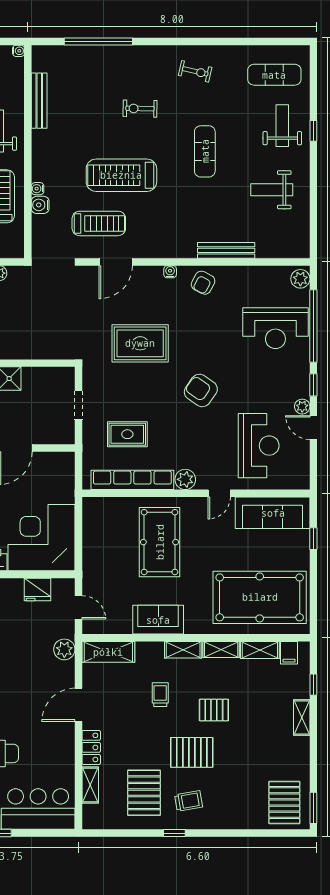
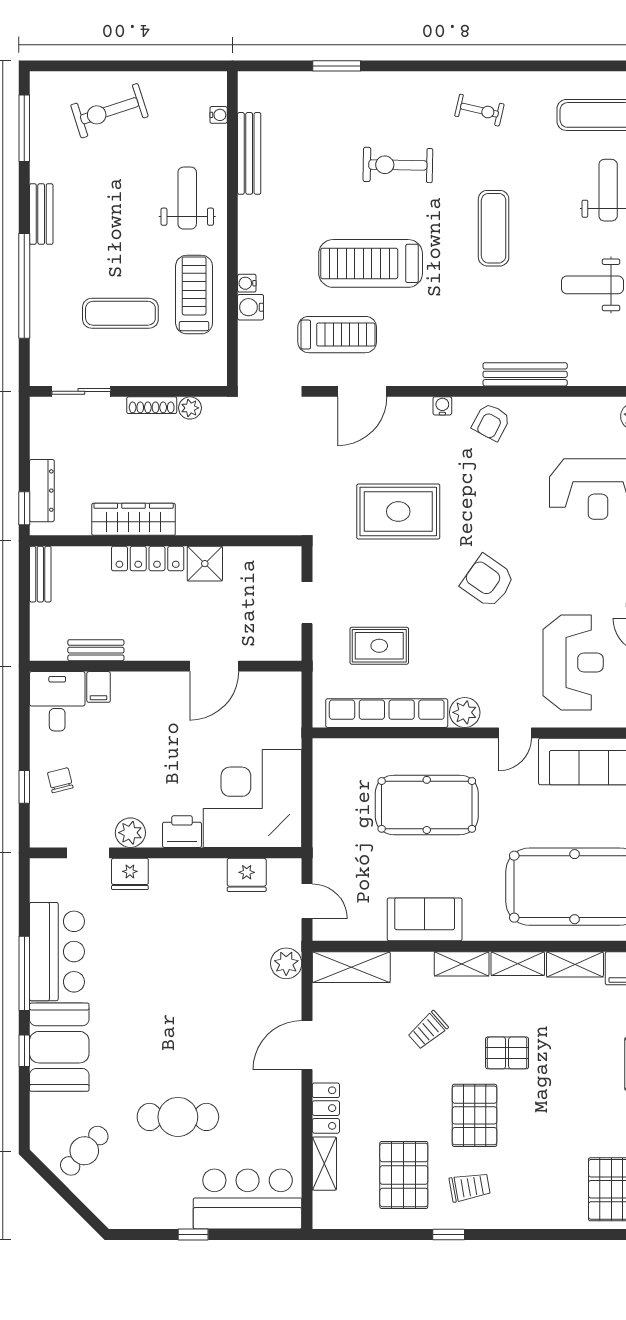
window: (98, 41) -> (337, 66), width x0.47
water cooler: (18, 51) -> (219, 115), moved
exercise bike: (140, 109) -> (398, 165), width x1.38, depth x1.39
pool table: (160, 542) -> (427, 805), turned 90
trolley: (160, 695) -> (428, 1030), turned -131
pallet: (192, 752) -> (475, 1115), turned 90

